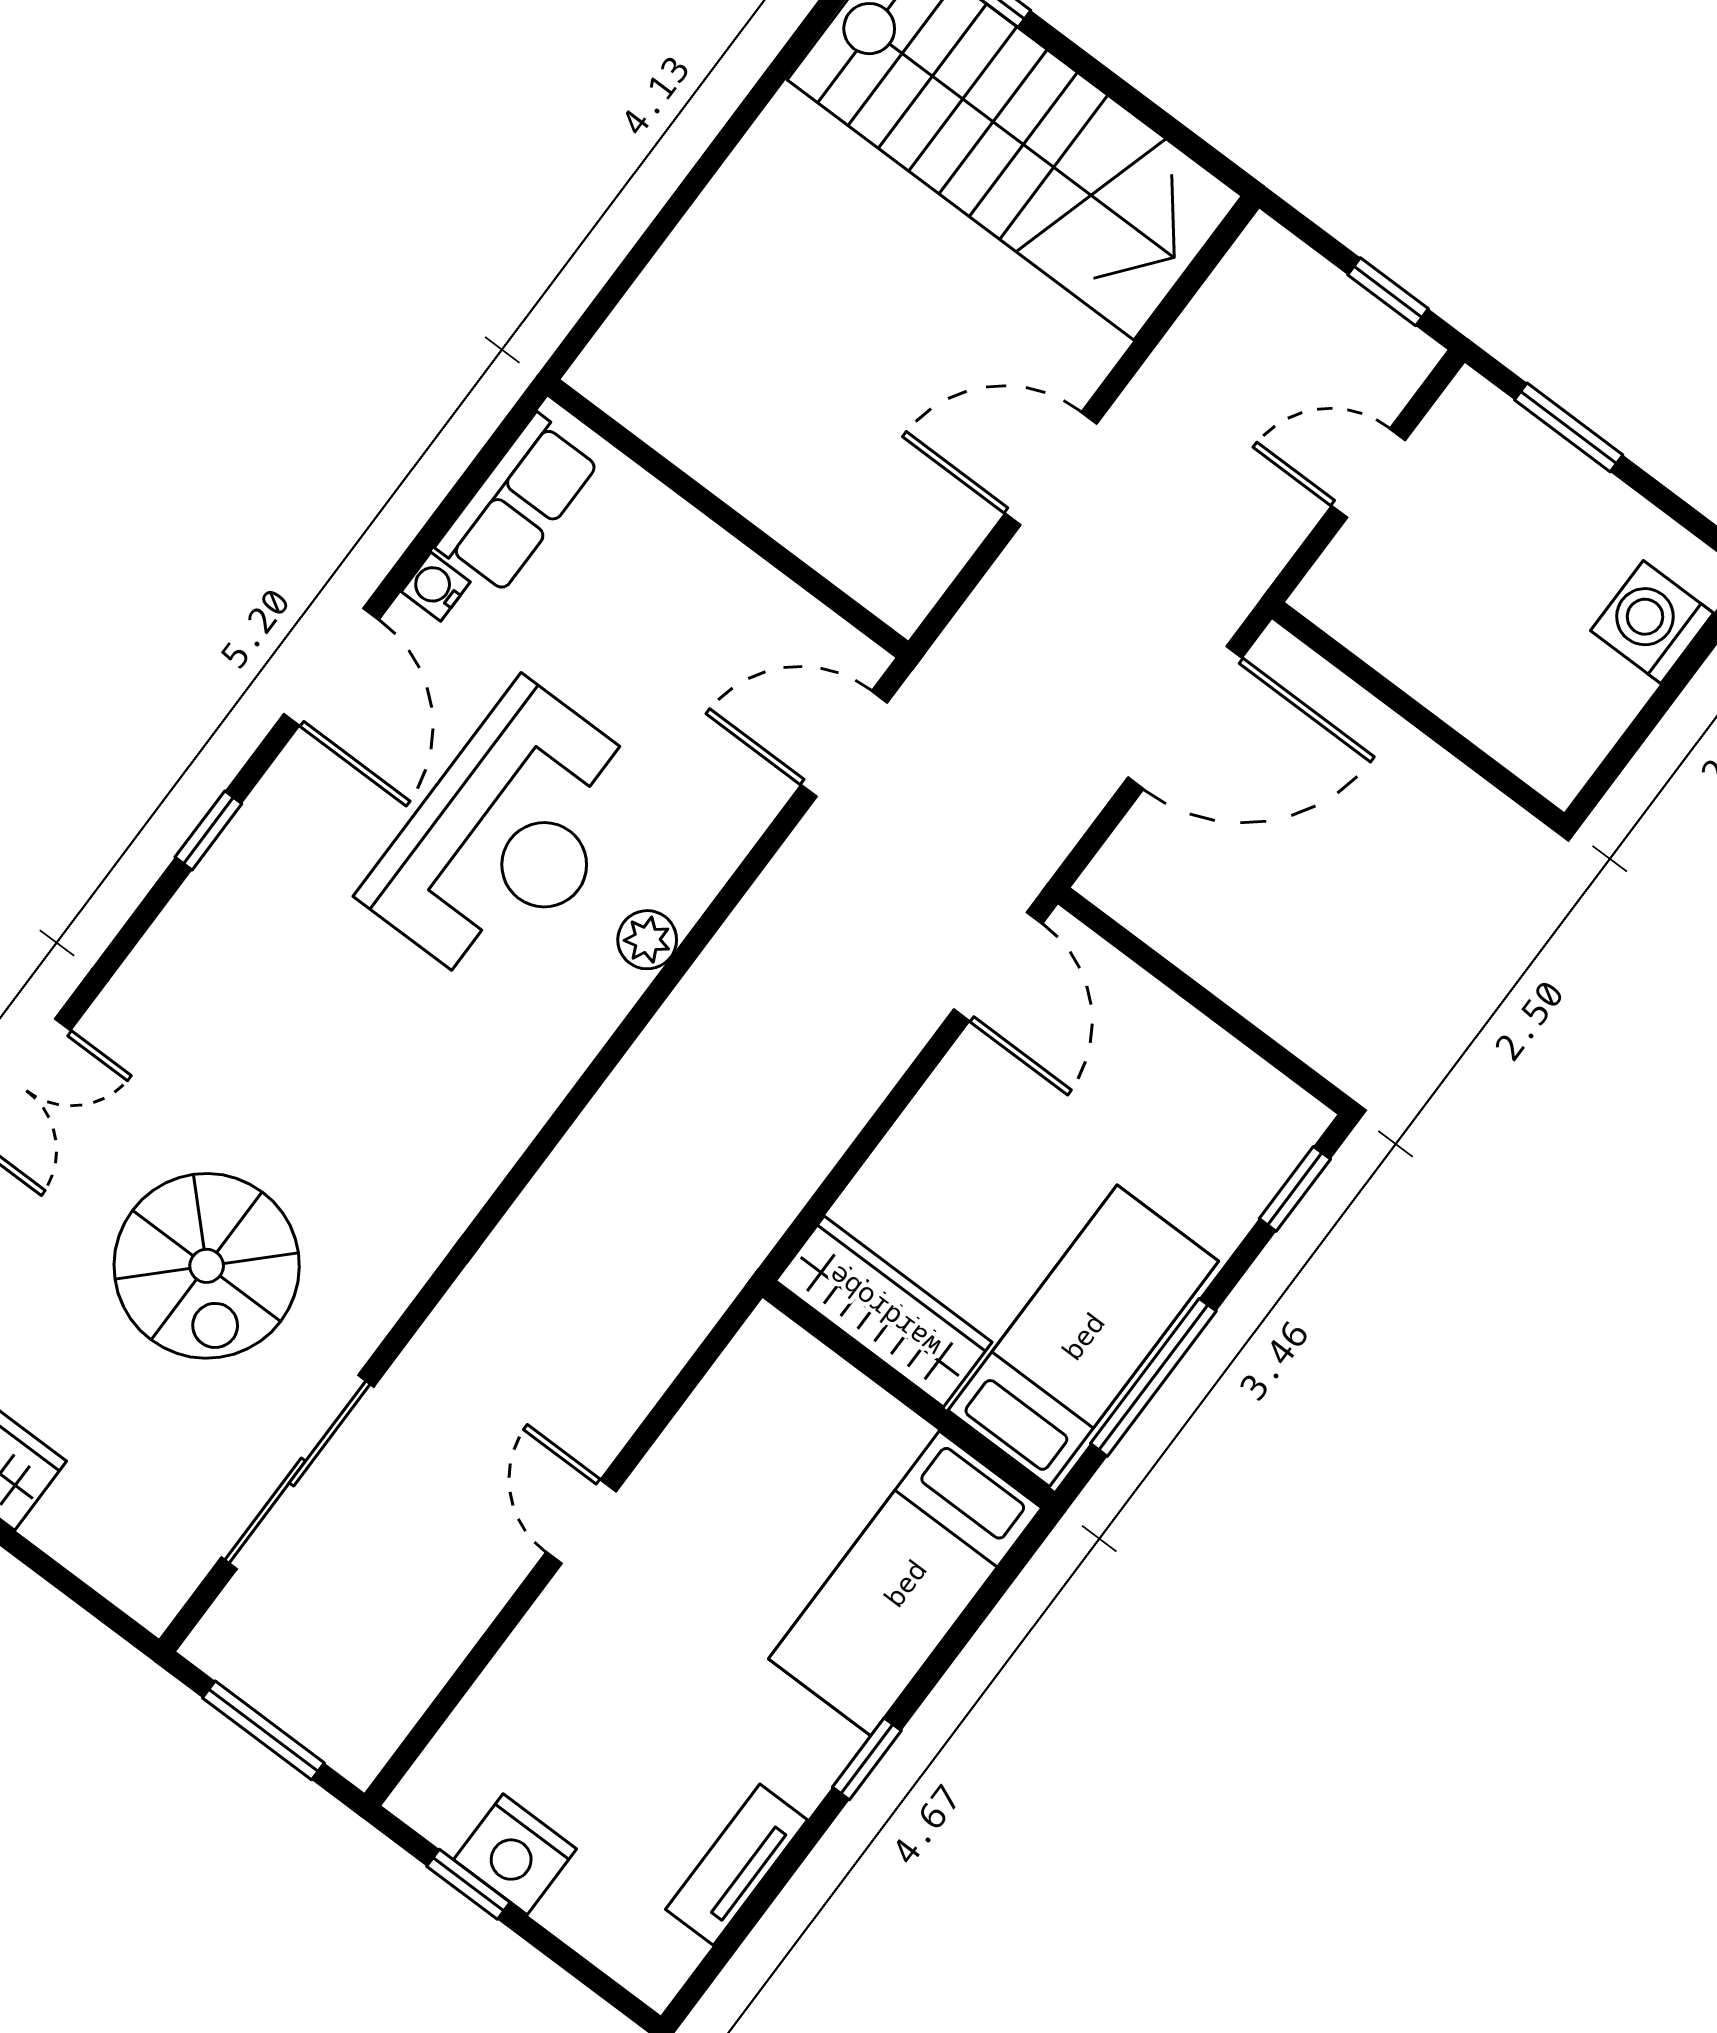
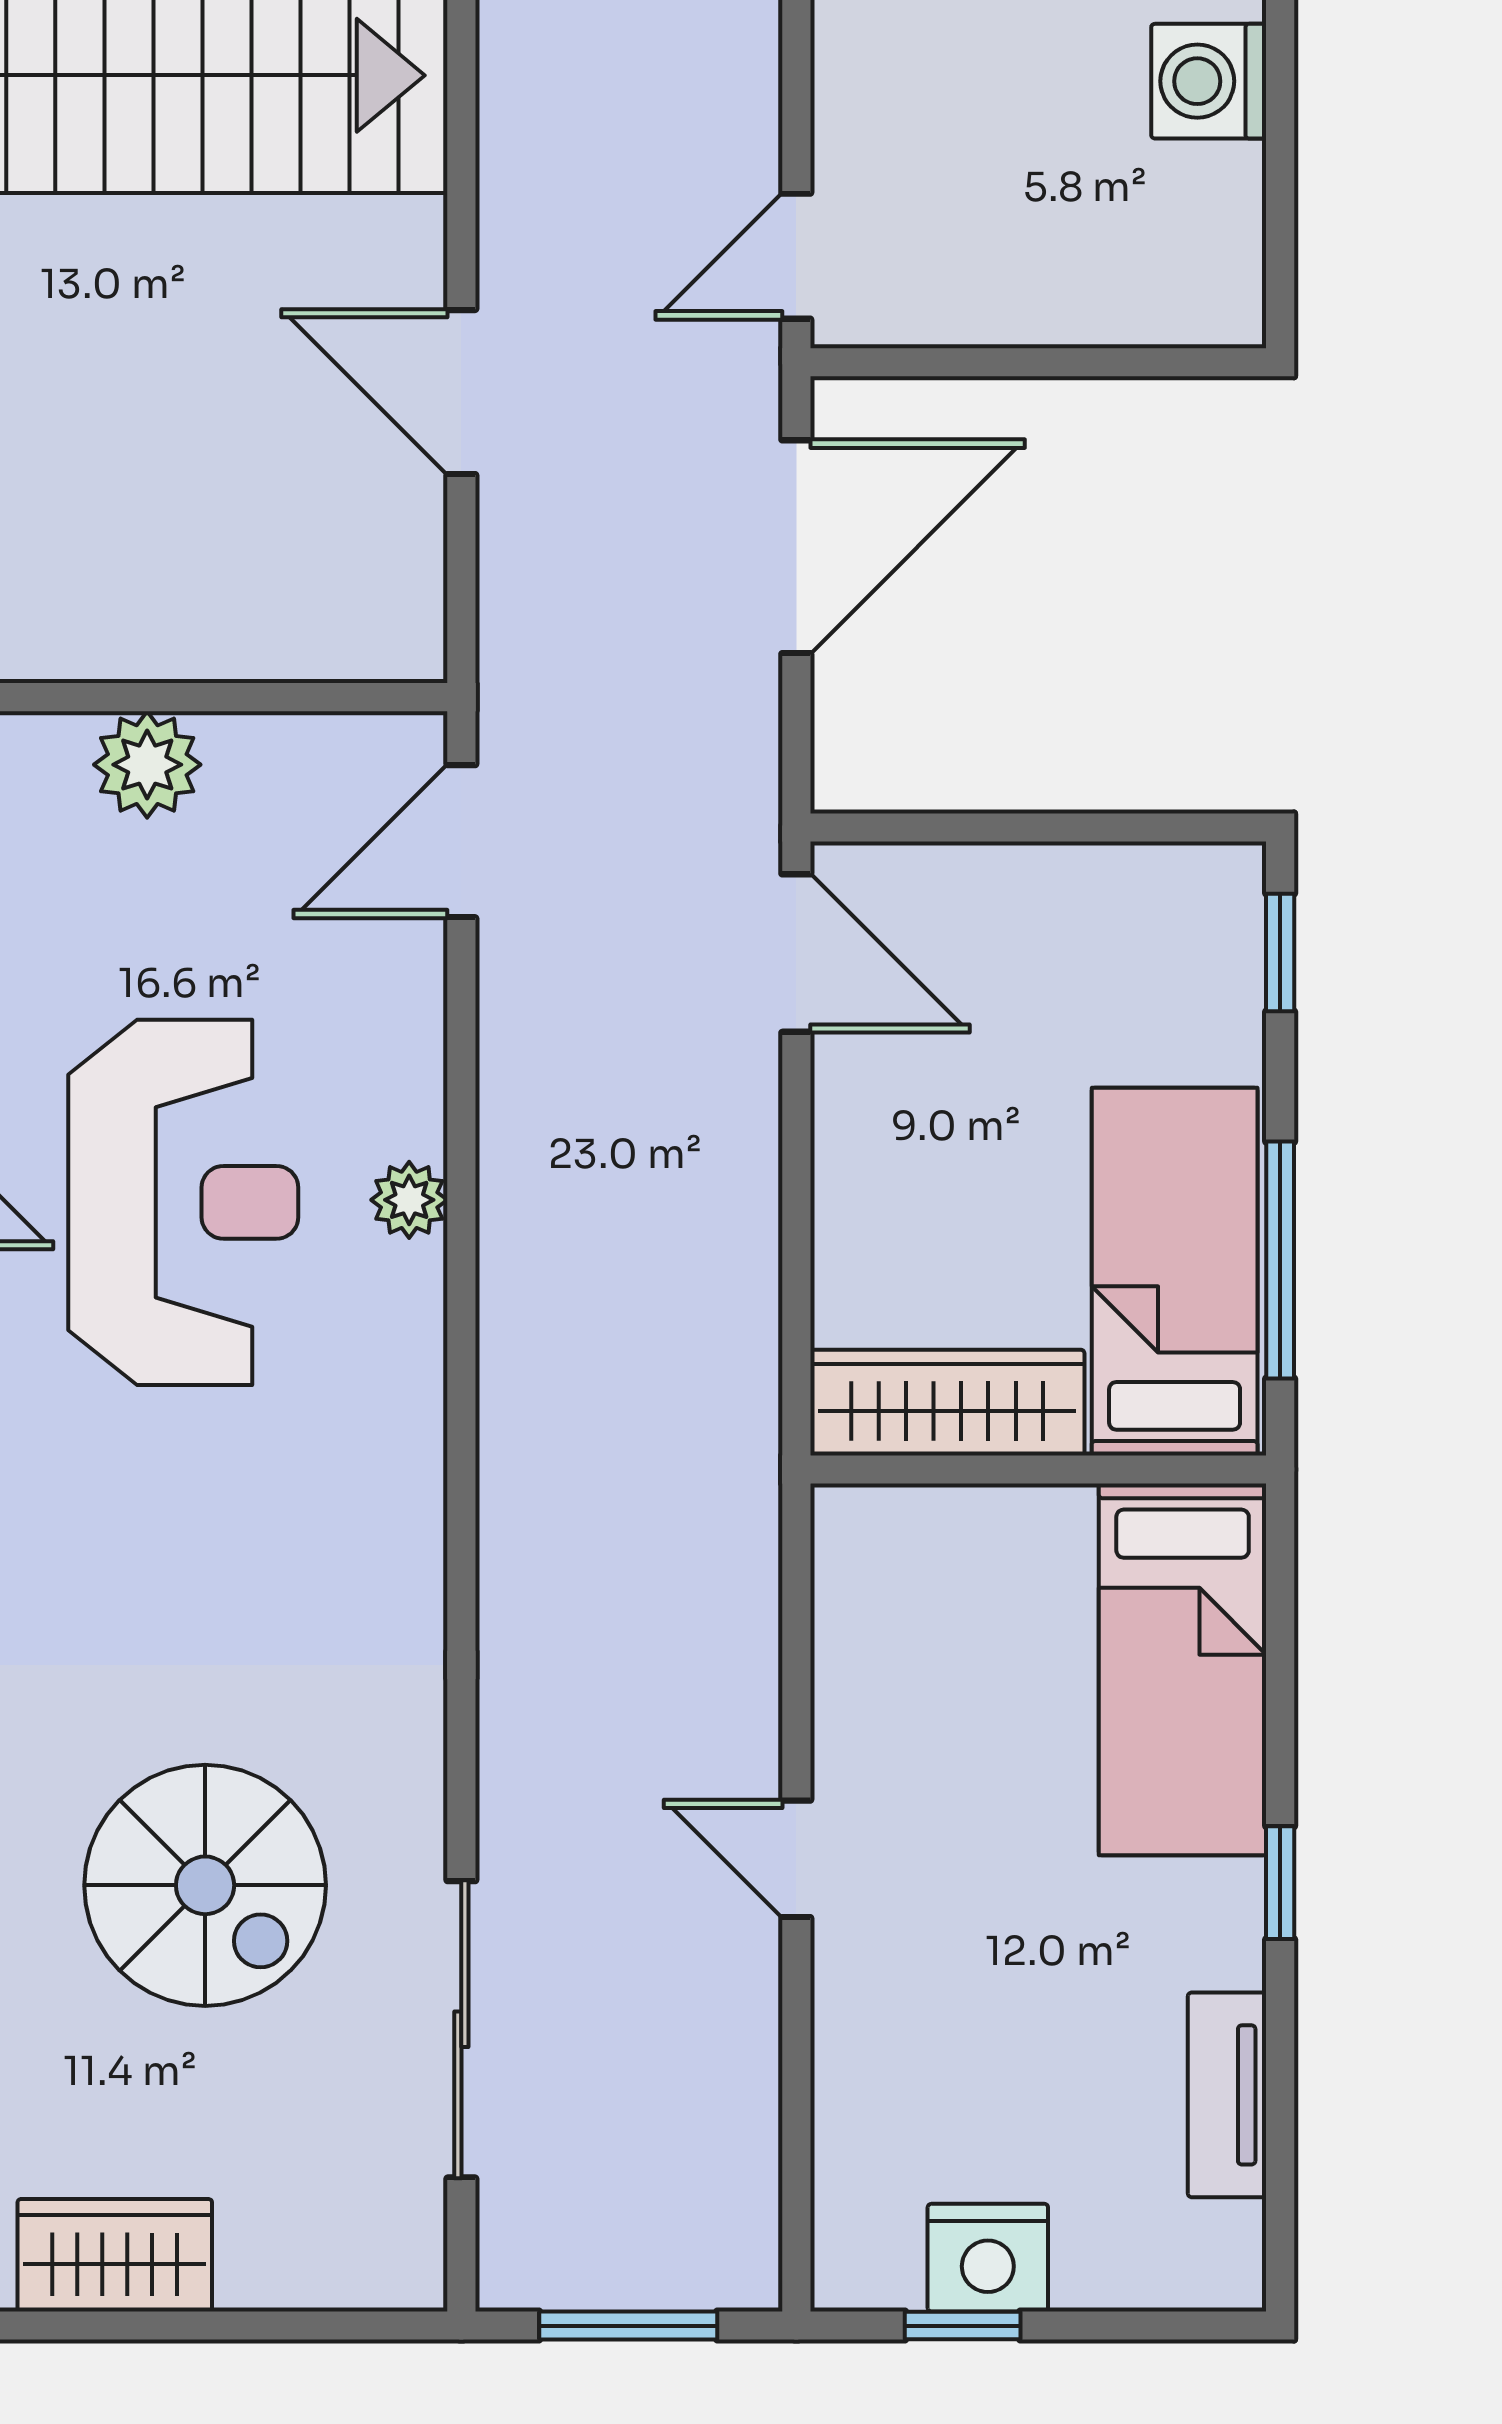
door: (1051, 469) -> (461, 392), hinge flipped
door: (1368, 473) -> (796, 256), moved
plant: (687, 552) -> (147, 765), added

